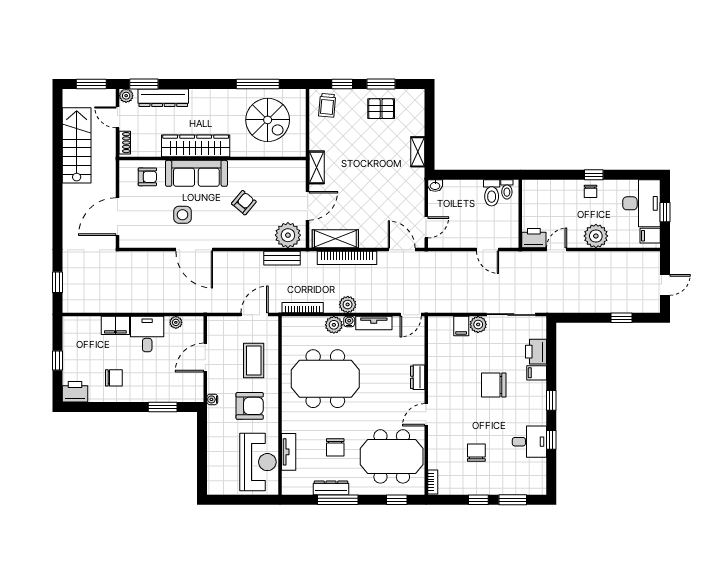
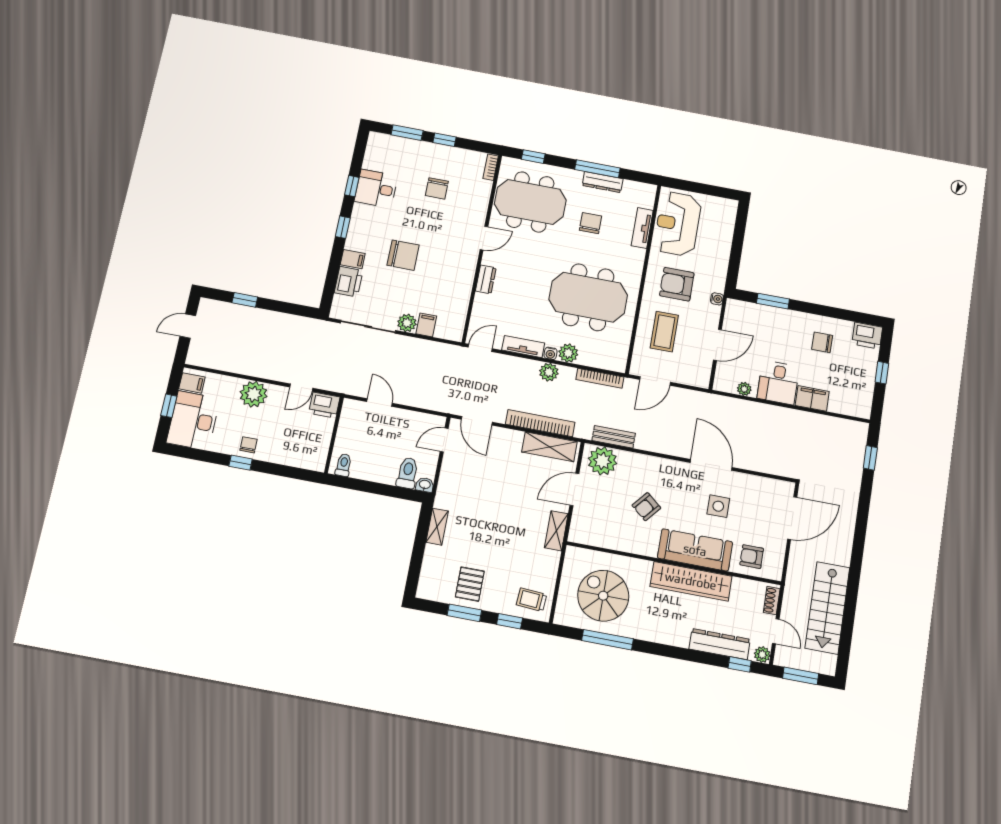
window: (144, 84) -> (740, 664), width x0.67
trolley: (327, 105) -> (531, 600), turned -91
pallet: (381, 109) -> (470, 584), turned 90
toilet: (492, 193) -> (407, 473), moved

